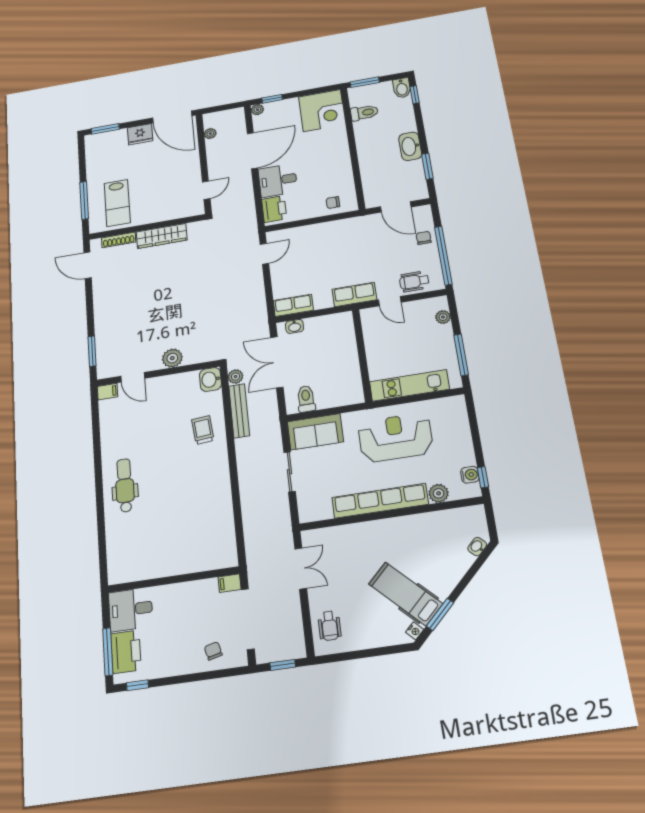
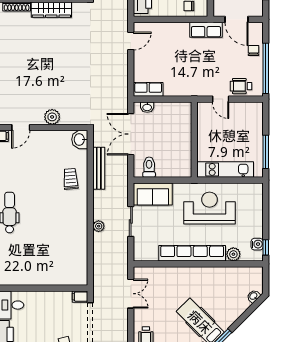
row of seats: (354, 294) -> (206, 30), moved, turned 180
plant: (443, 317) -> (258, 119), removed
door: (133, 377) -> (21, 127), hinge flipped
plant: (235, 377) -> (99, 226), moved

